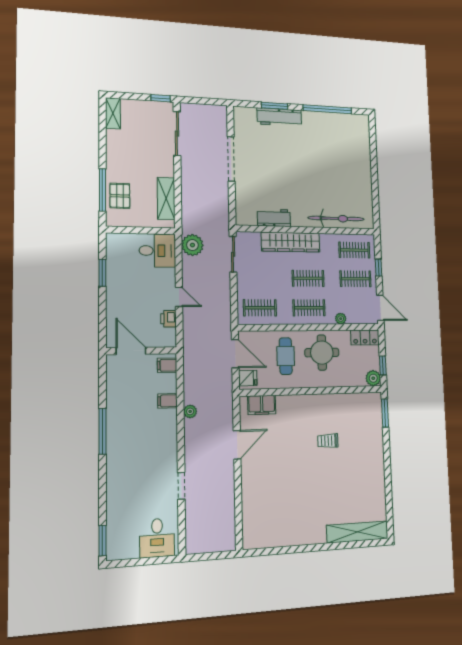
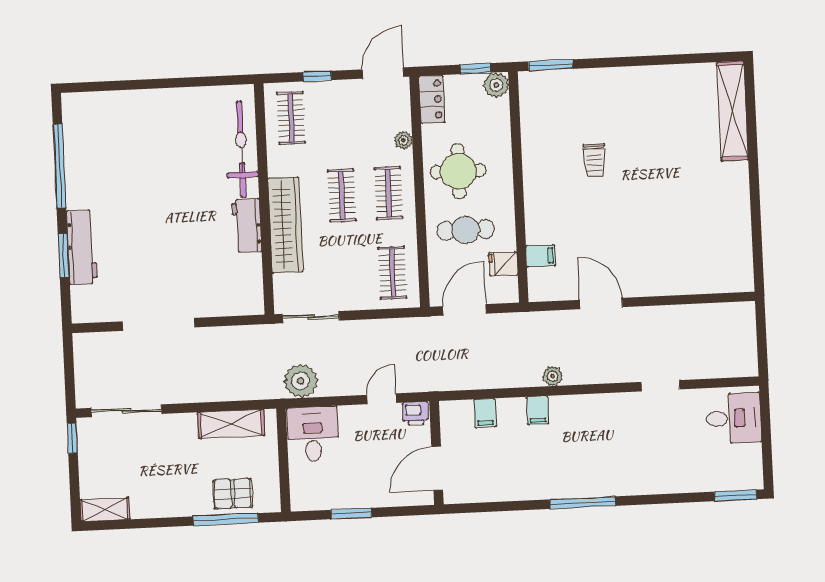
workbench: (274, 218) -> (247, 226), moved
clothes rail: (355, 279) -> (338, 116), removed
door: (131, 351) -> (437, 468), moved
wall: (142, 351) -> (436, 453), moved
fridge: (248, 378) -> (503, 264), moved, turned -90
filing cabinet: (262, 405) -> (541, 256), width x0.50

